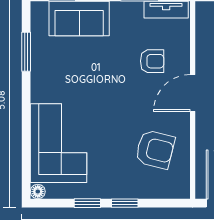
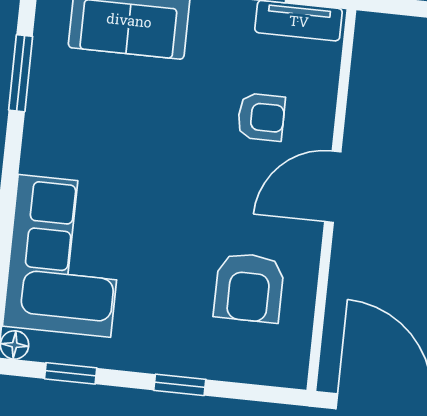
armchair: (155, 149) -> (249, 288), turned 76
window: (87, 203) -> (71, 373), moved

